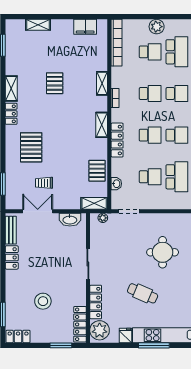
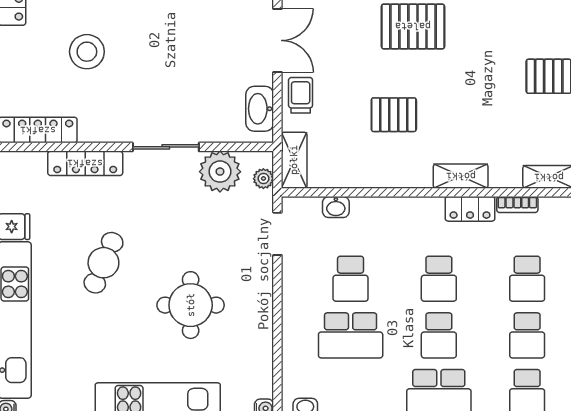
locker: (117, 140) -> (470, 209), moved, width x0.66
pallet: (97, 171) -> (394, 115), moved
trolley: (44, 183) -> (301, 95), moved
plant: (100, 330) -> (220, 172), moved

